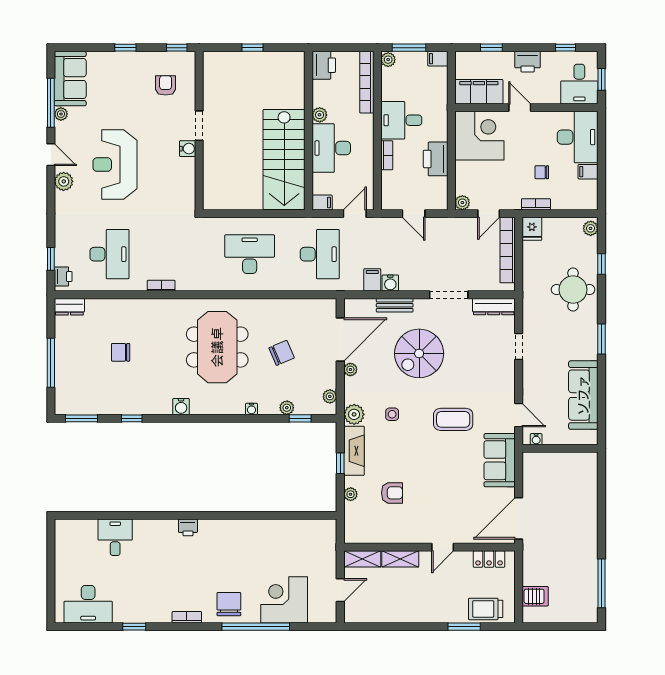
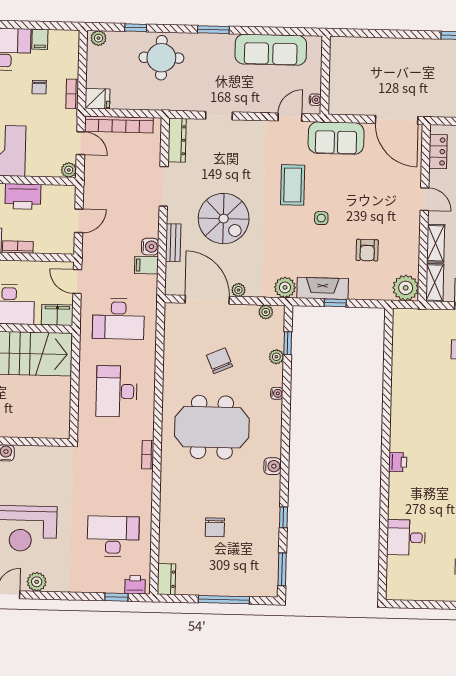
filing cabinet: (322, 203) -> (57, 315), width x2.00
desk: (320, 254) -> (118, 319), turned 180
bookcase: (161, 286) -> (148, 455), moved
side table: (392, 414) -> (321, 218), moved
armchair: (392, 493) -> (367, 250), turned 180
plant: (351, 494) -> (406, 288), moved, width x1.87, depth x1.87

